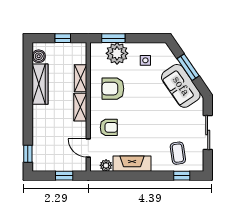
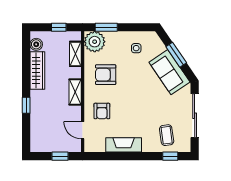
plant: (117, 53) -> (95, 42), moved
shelving: (80, 78) -> (75, 54), moved
armchair: (109, 127) -> (102, 111), turned 90
sliding door: (208, 132) -> (195, 116), width x1.37
window: (28, 154) -> (26, 105), moved
plant: (106, 165) -> (99, 147), removed

